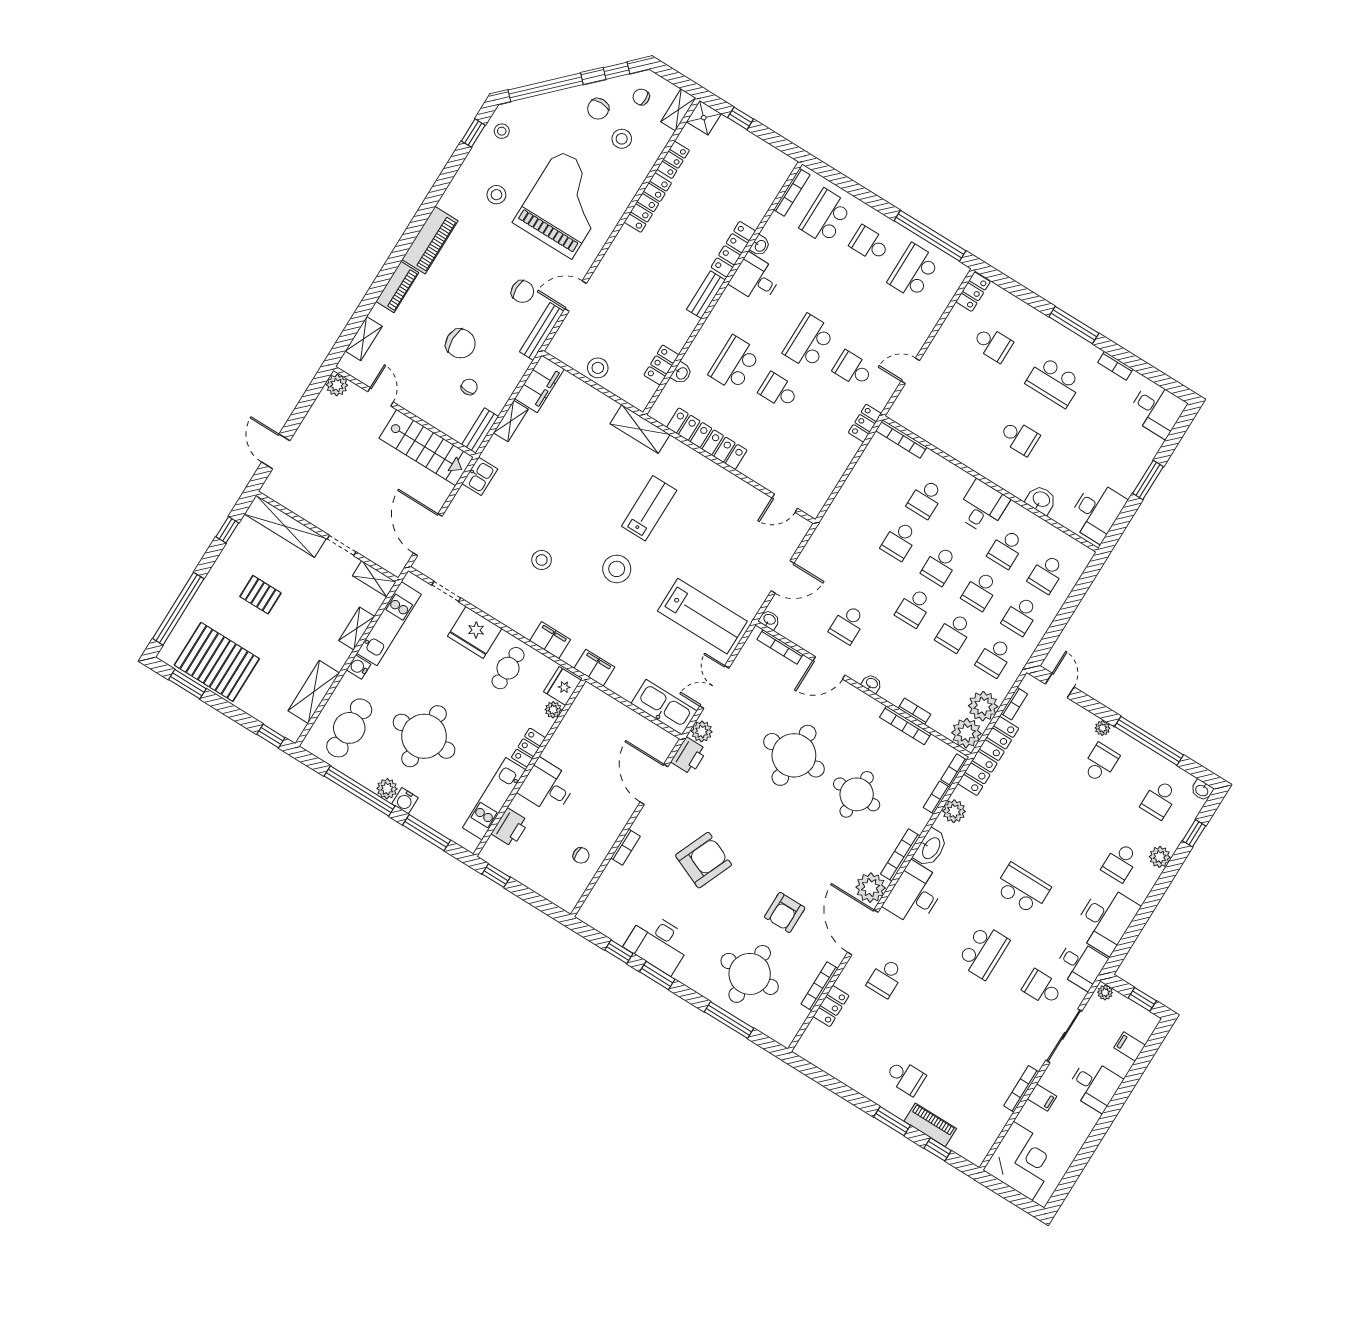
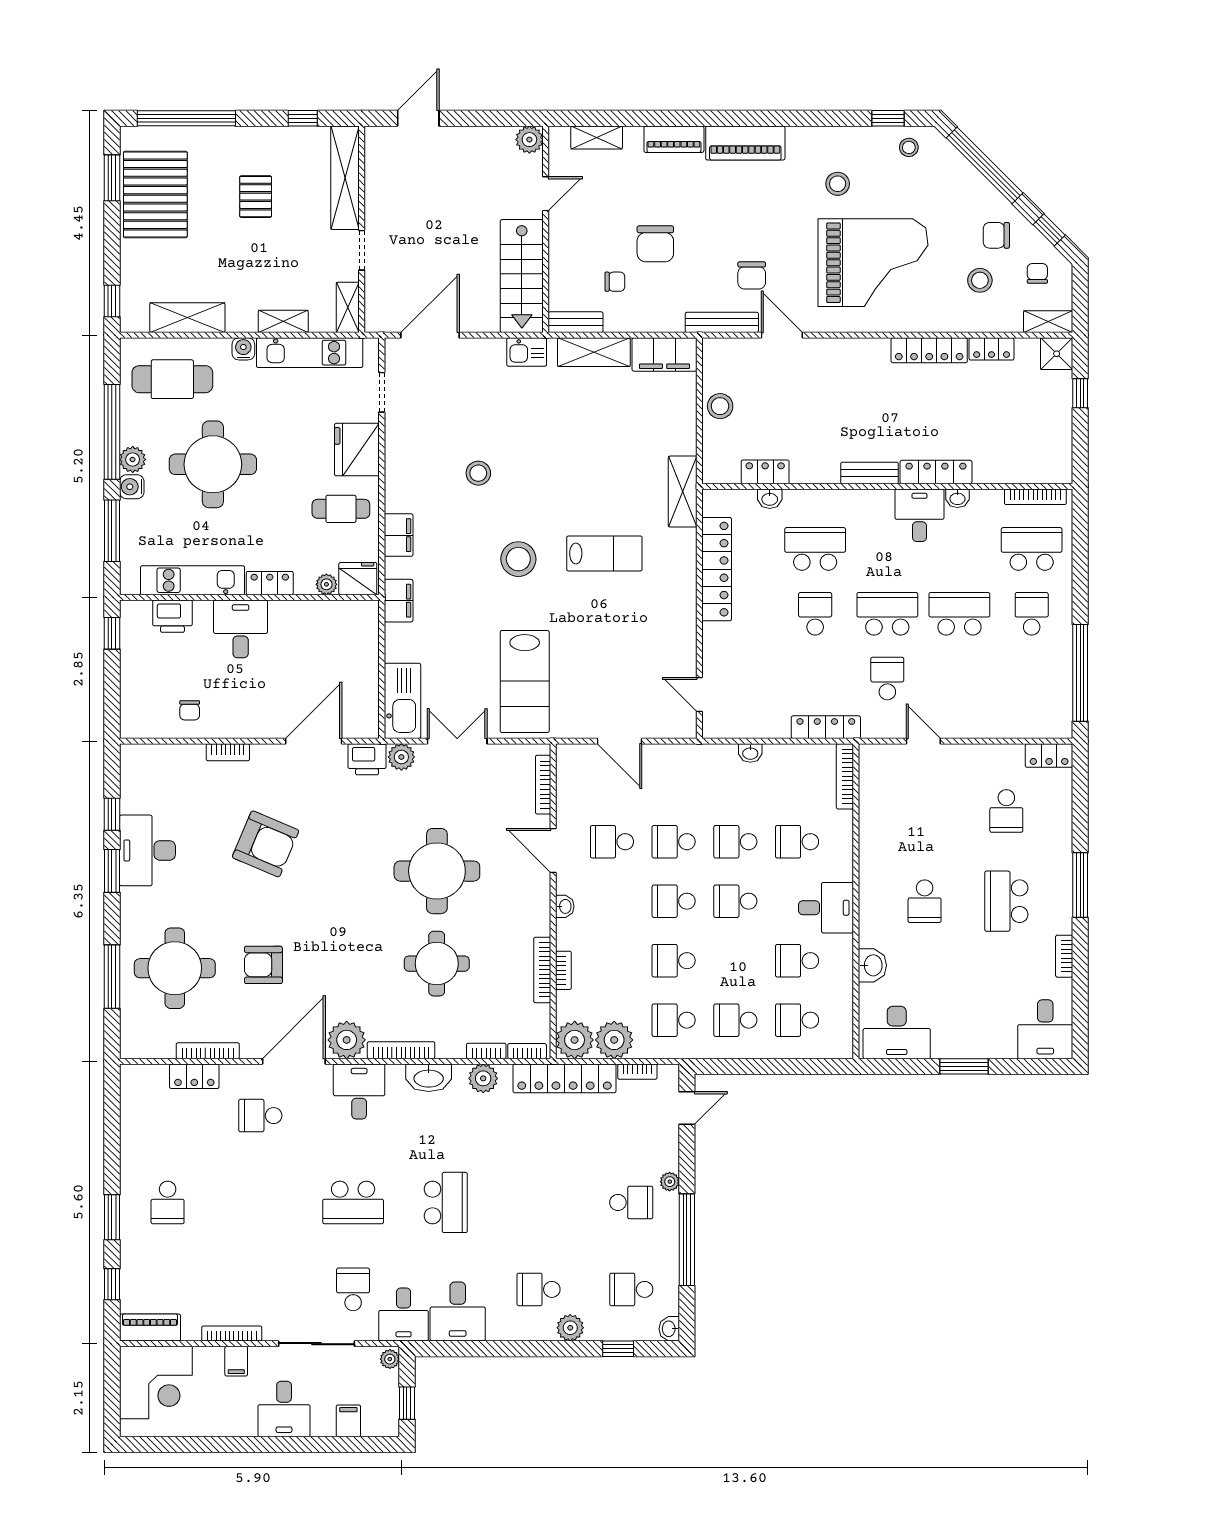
school desk: (914, 271) -> (959, 614), moved
shelving: (511, 421) -> (594, 352), width x1.50, depth x1.33
locker: (865, 423) -> (826, 727), width x1.53
school desk: (980, 591) -> (674, 842), moved
washbasin: (769, 620) -> (750, 753), moved, turned 90
desk: (915, 894) -> (359, 1091), width x0.73
desk: (1106, 919) -> (458, 1312), width x0.73
piano: (930, 1125) -> (150, 1328), moved, turned -90

